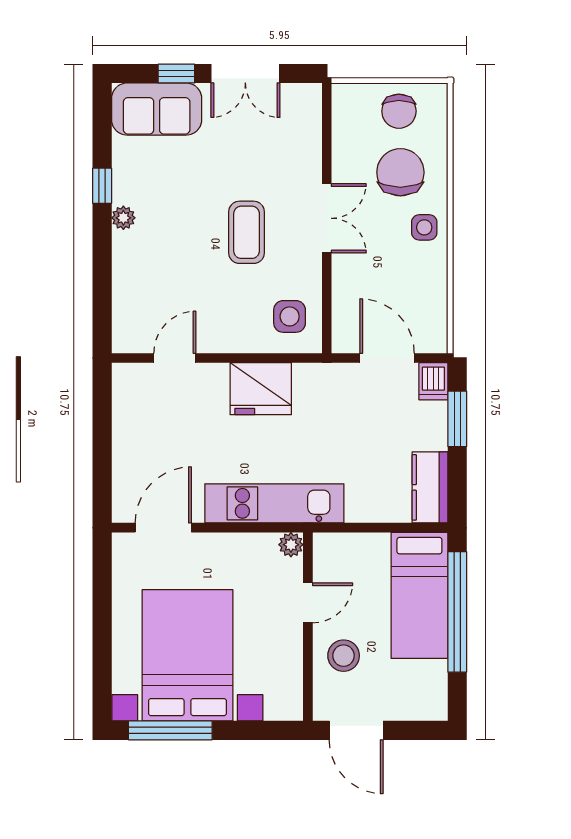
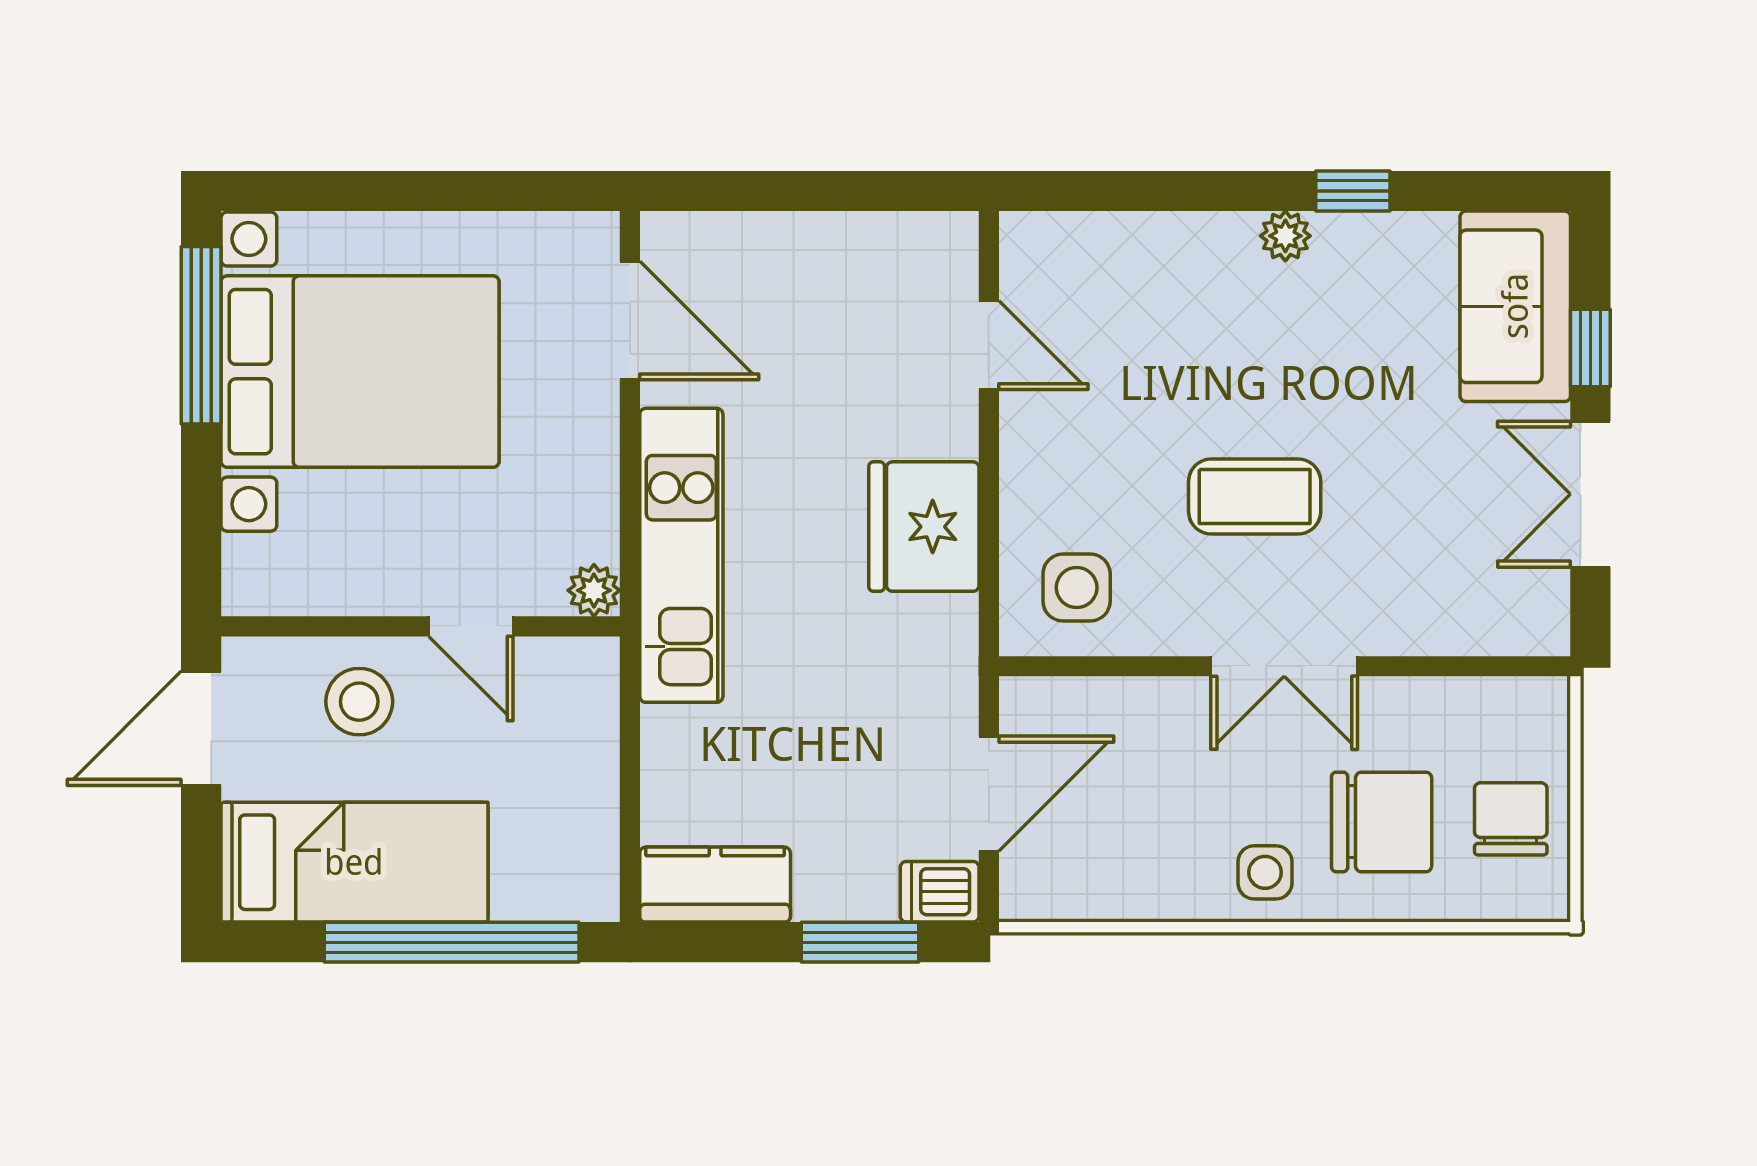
chair: (399, 111) -> (1511, 819), turned 90
bed: (419, 595) -> (354, 862), moved, turned 180

